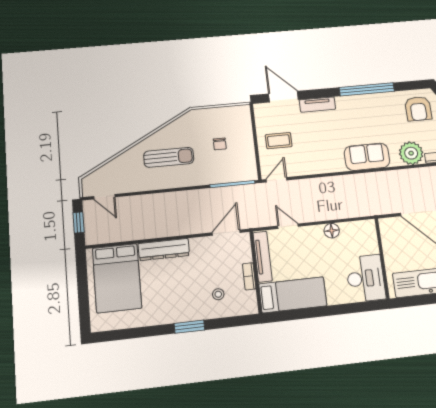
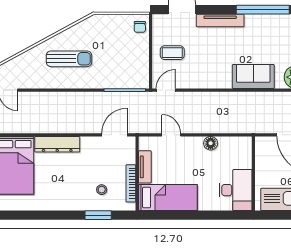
tv unit: (317, 105) -> (220, 21), width x1.41
chair: (220, 144) -> (140, 27), moved
tv unit: (263, 257) -> (145, 167), width x0.71
bookcase: (249, 276) -> (131, 183), width x1.56
window: (189, 327) -> (98, 215), moved

